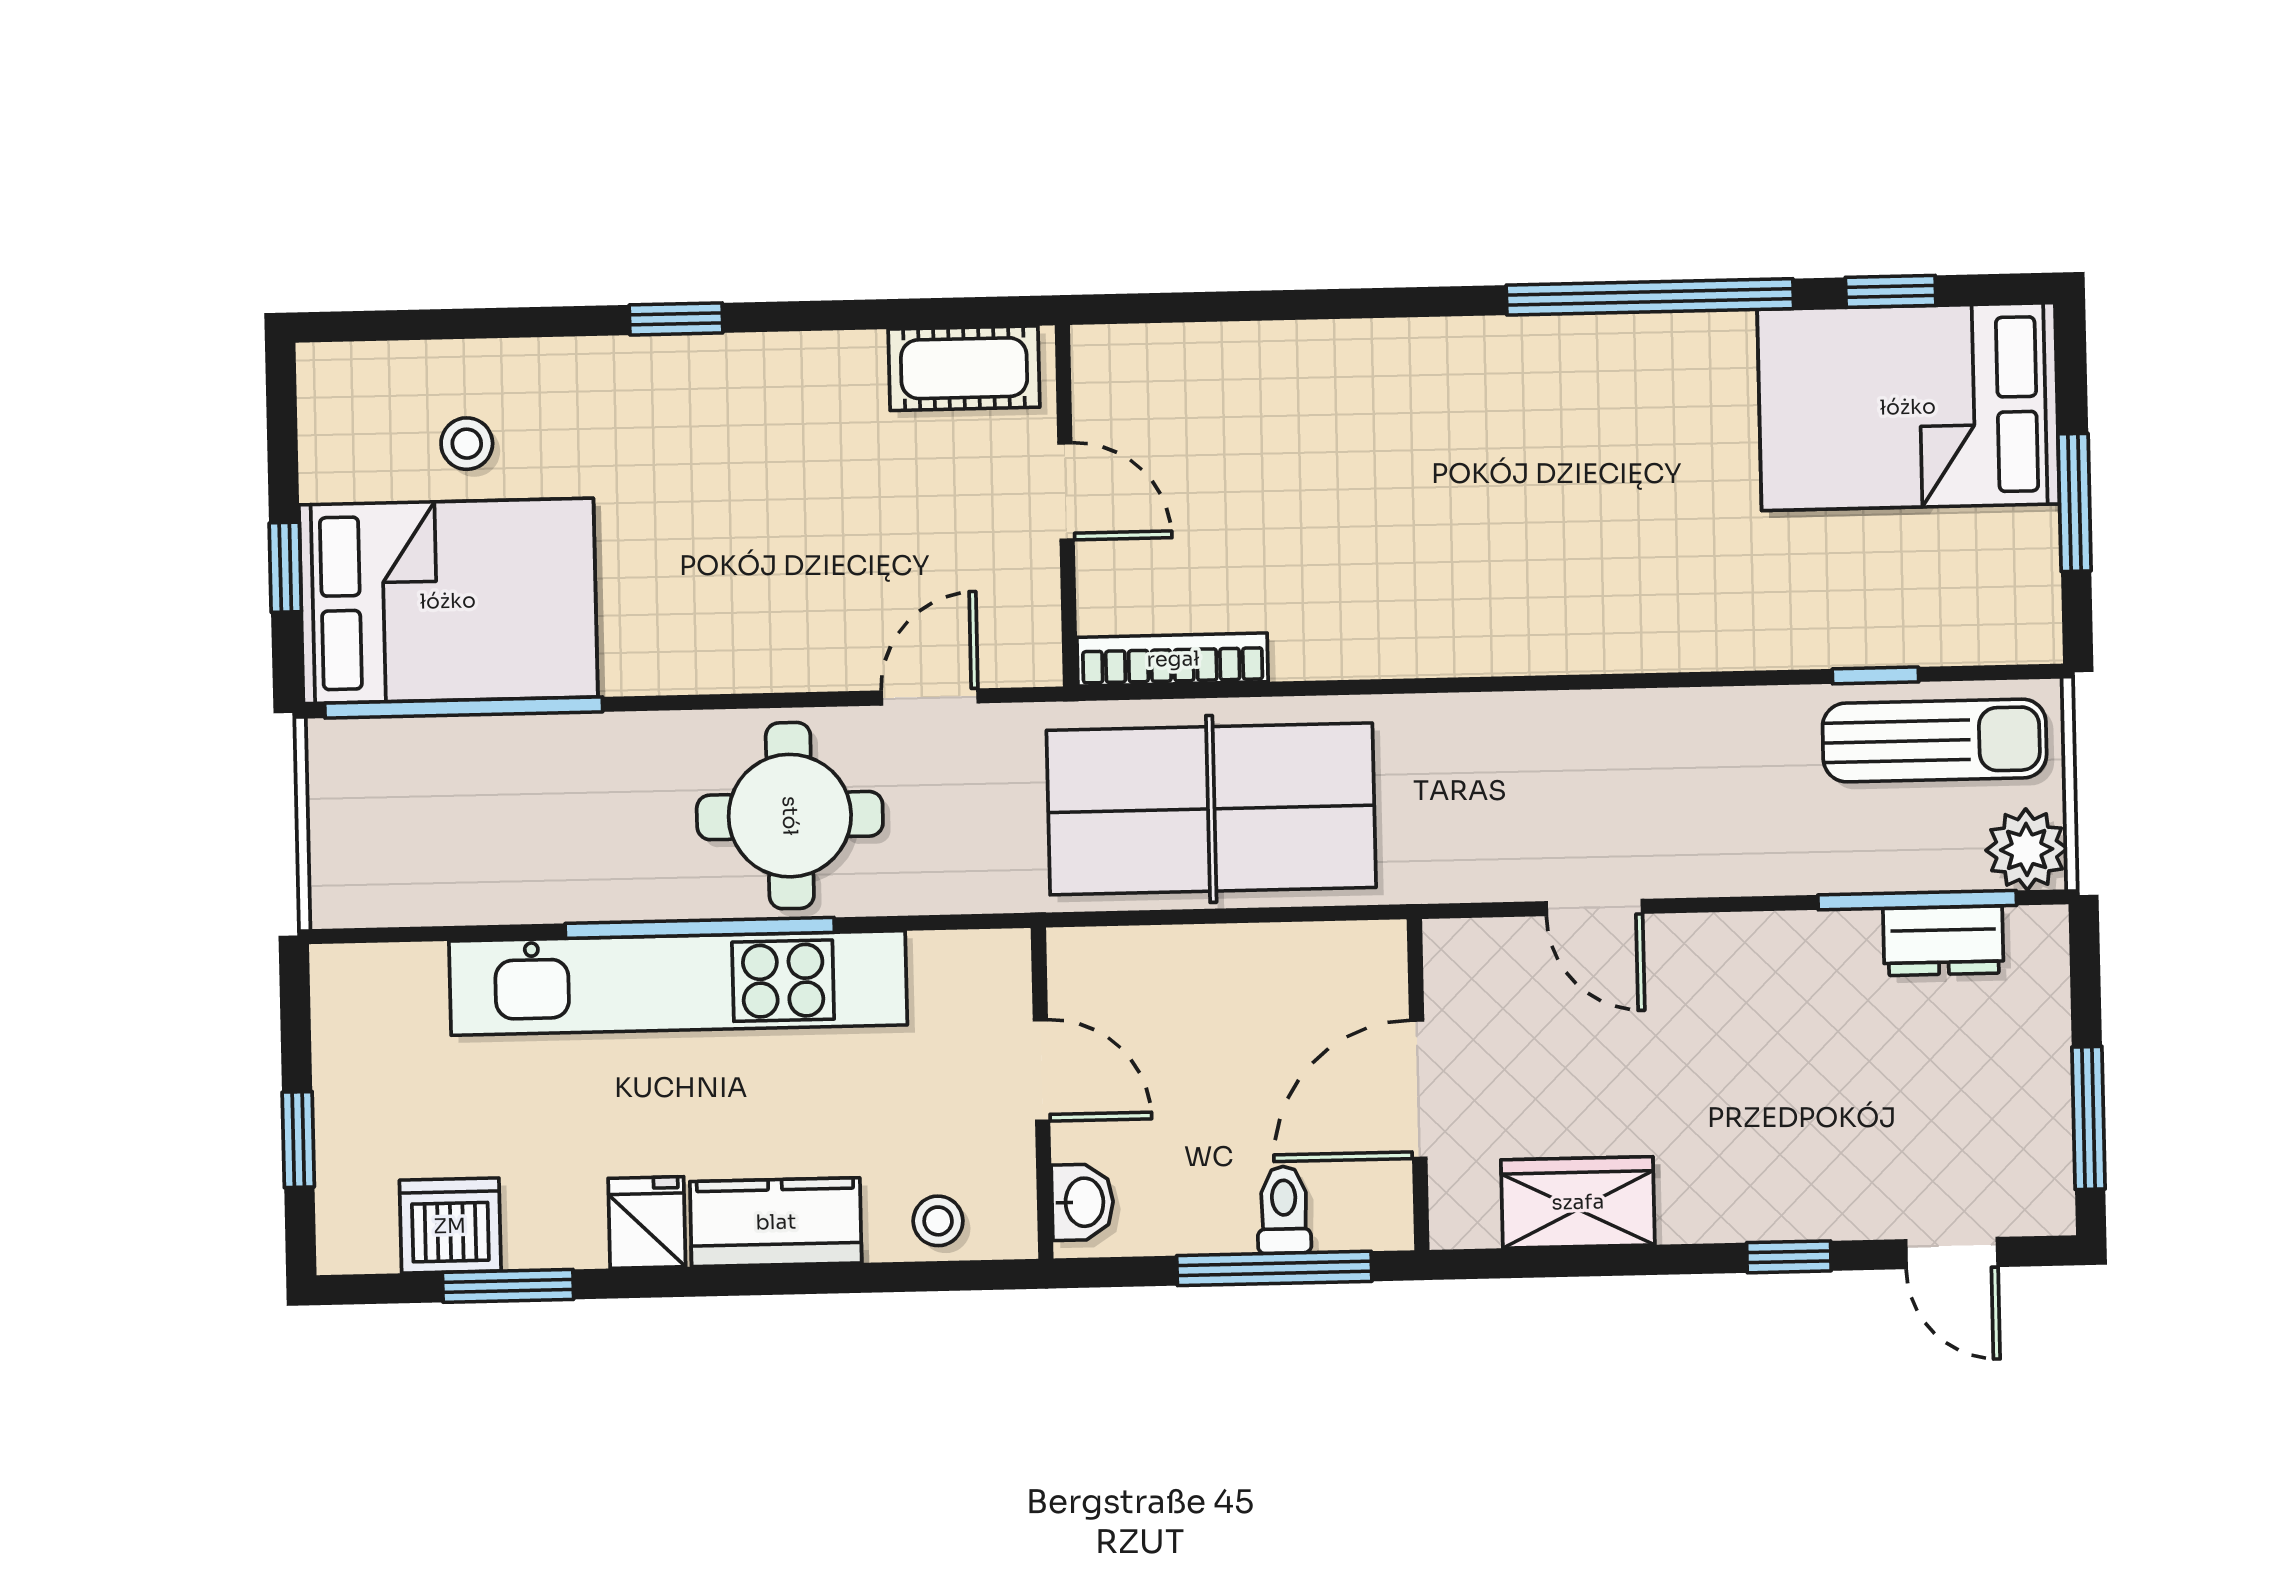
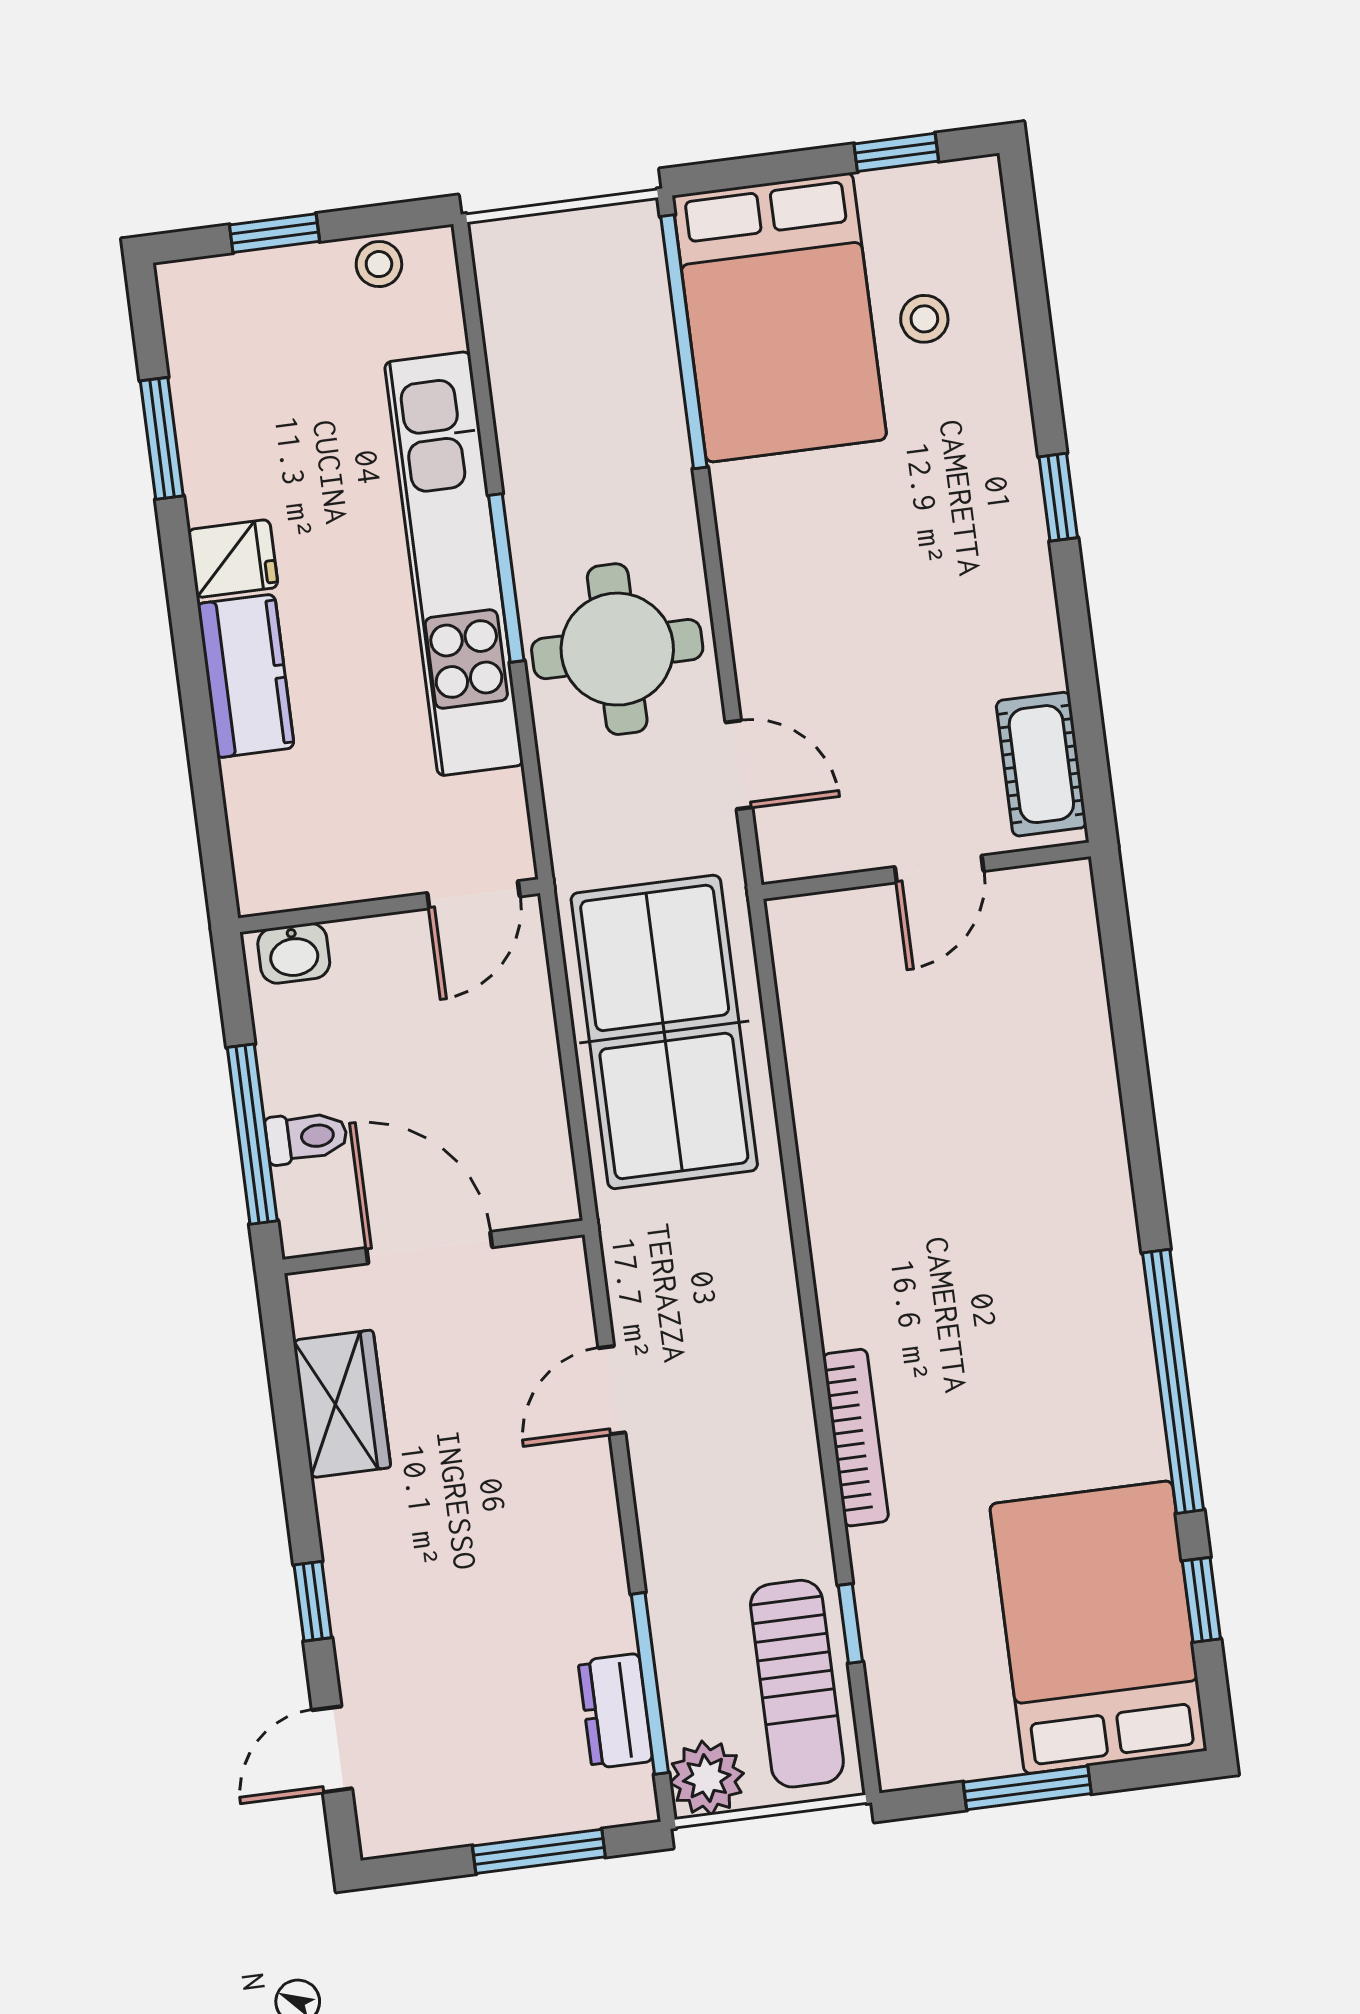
window: (285, 567) -> (896, 152), moved
bookcase: (1173, 659) -> (856, 1438), moved
window: (700, 928) -> (506, 578), width x0.68
door: (1042, 1071) -> (473, 895), moved
window: (2088, 1118) -> (539, 1851), moved
stool: (938, 1221) -> (379, 264), moved
dishwasher: (450, 1226) -> (211, 380), removed

